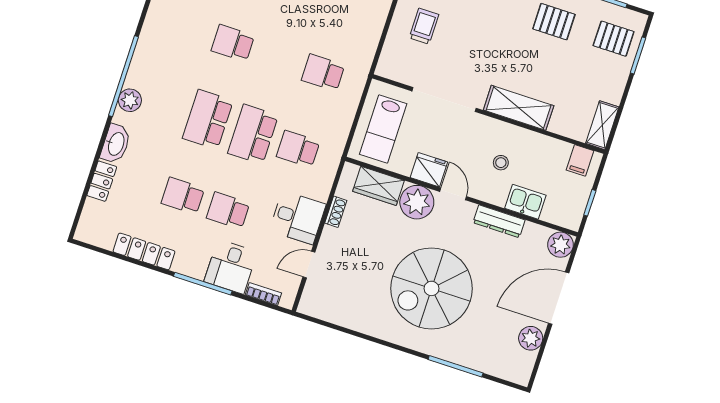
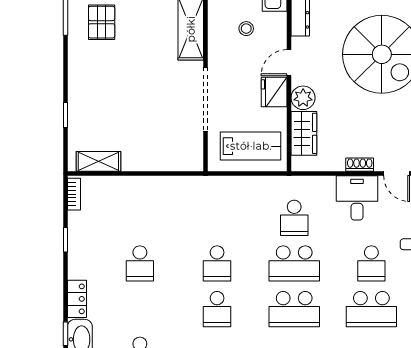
trolley: (424, 26) -> (145, 139), removed
school desk: (323, 73) -> (217, 263), moved
school desk: (183, 196) -> (371, 309), width x1.85
plant: (417, 202) -> (303, 98), width x0.73, depth x0.73
shoe rack: (336, 212) -> (360, 165), moved

